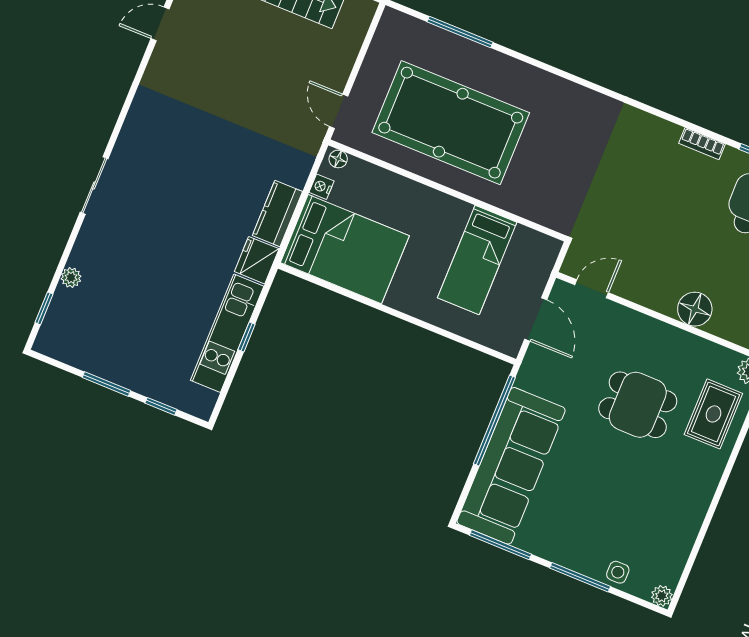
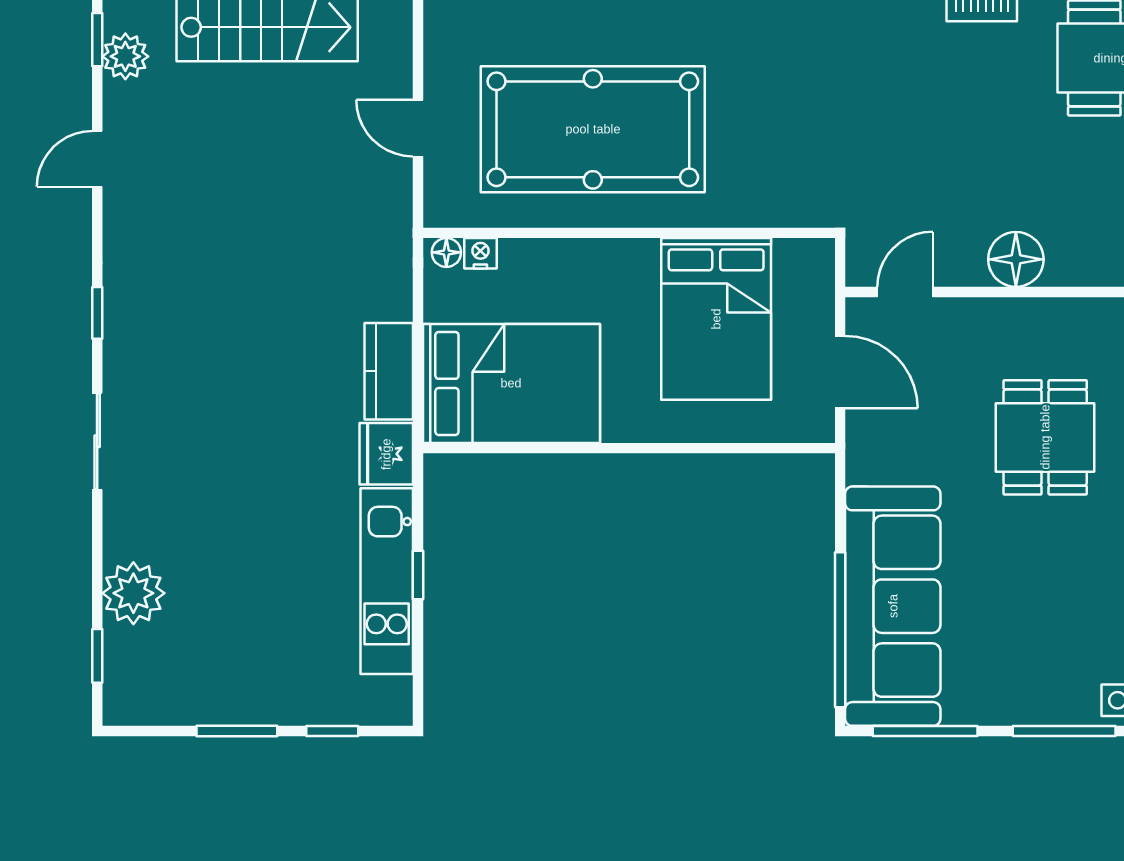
door: (339, 111) -> (418, 128), moved
window: (124, 112) -> (97, 313), added
nightstand: (321, 187) -> (480, 253), moved, turned 90
bed: (477, 260) -> (716, 319), width x1.50
plant: (71, 278) -> (133, 593), width x1.87, depth x1.87
floor lamp: (695, 309) -> (1016, 259), moved
dining table: (638, 405) -> (1045, 437), turned 90
window: (494, 421) -> (840, 630), moved

